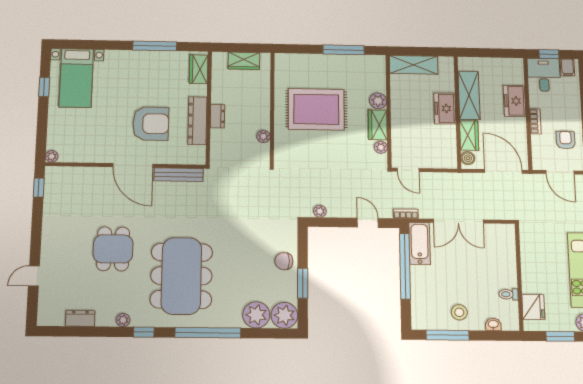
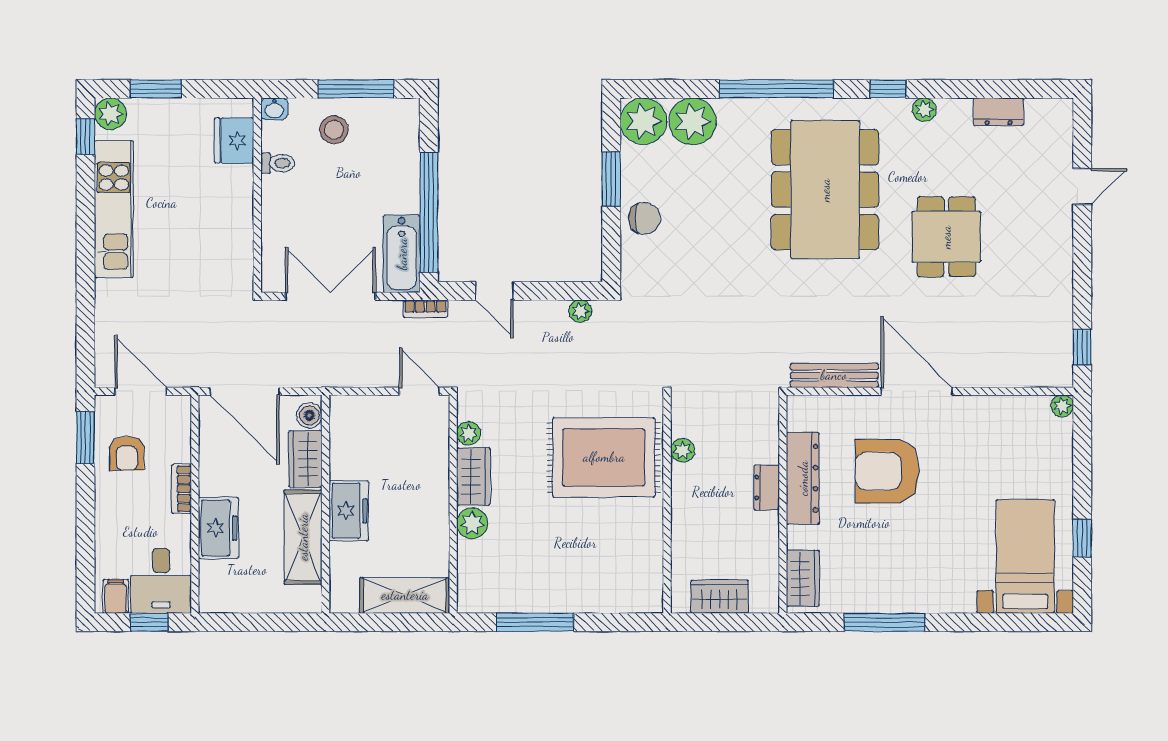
rug: (316, 109) -> (604, 457), moved
wall: (519, 277) -> (257, 195), moved
toilet: (508, 294) -> (278, 163), moved
fridge: (533, 307) -> (234, 141), moved

